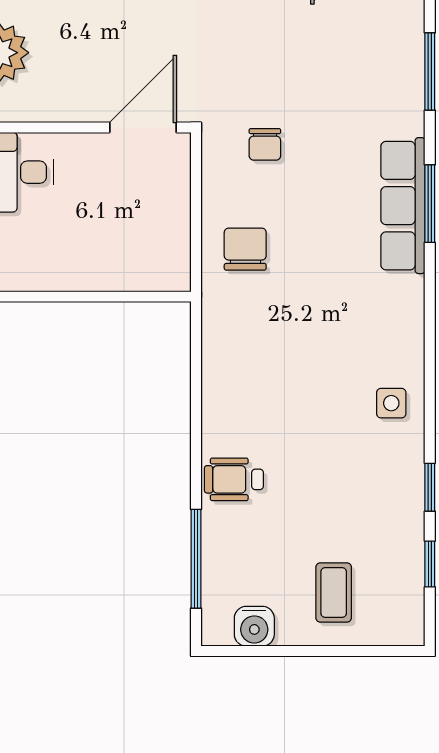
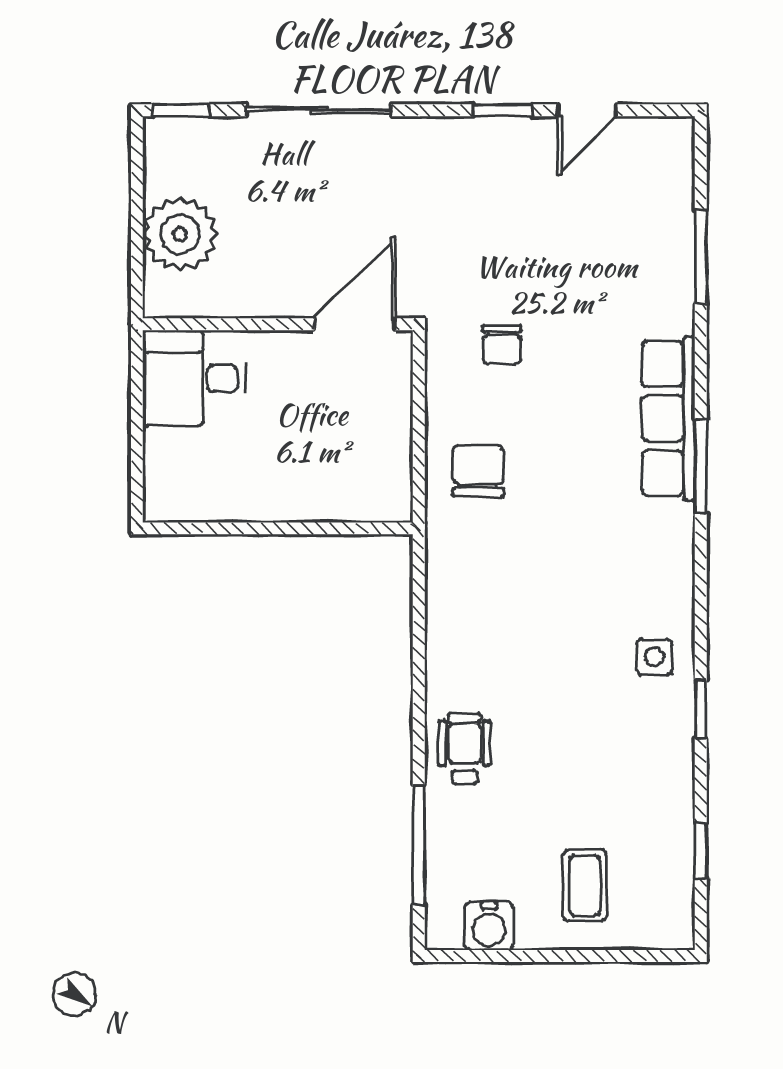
window: (430, 204) -> (701, 466), moved
wheelchair: (234, 479) -> (464, 749), turned 90
window: (430, 487) -> (701, 709), moved

